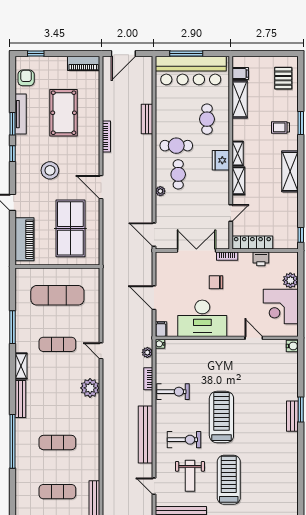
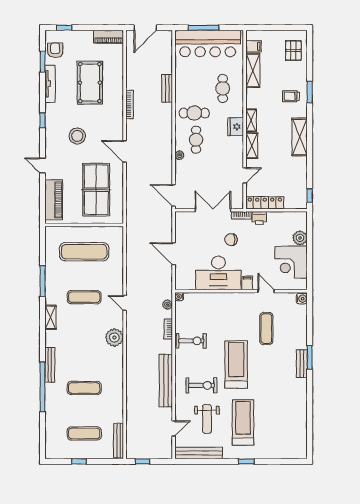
window: (12, 124) -> (43, 62), moved
printer: (261, 259) -> (259, 218), moved
filing cabinet: (161, 329) -> (247, 283), moved
exercise mat: (254, 378) -> (266, 329), added
bench: (20, 399) -> (50, 365), moved
door: (154, 486) -> (174, 428), swing flipped

